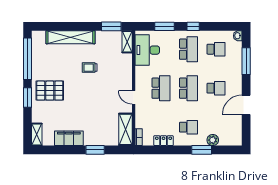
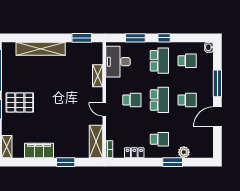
shelving: (127, 42) -> (98, 76), moved
window: (246, 61) -> (217, 83), moved
trolley: (90, 68) -> (60, 79), removed
school desk: (161, 88) -> (132, 100), width x0.54

